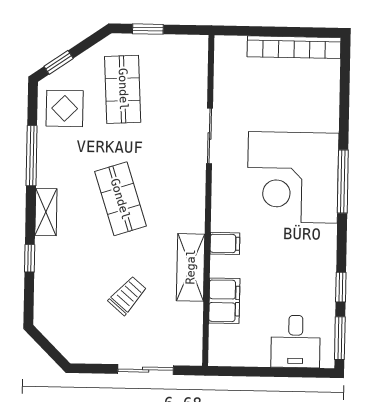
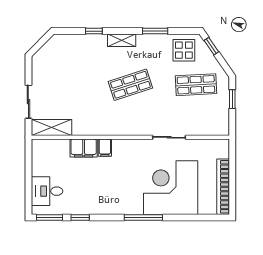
window: (32, 156) -> (155, 31), width x0.69
corner desk: (293, 177) -> (171, 188), moved
shelving: (191, 267) -> (52, 127), moved
trolley: (128, 295) -> (73, 90), removed
filing cabinet: (224, 301) -> (84, 148), moved

